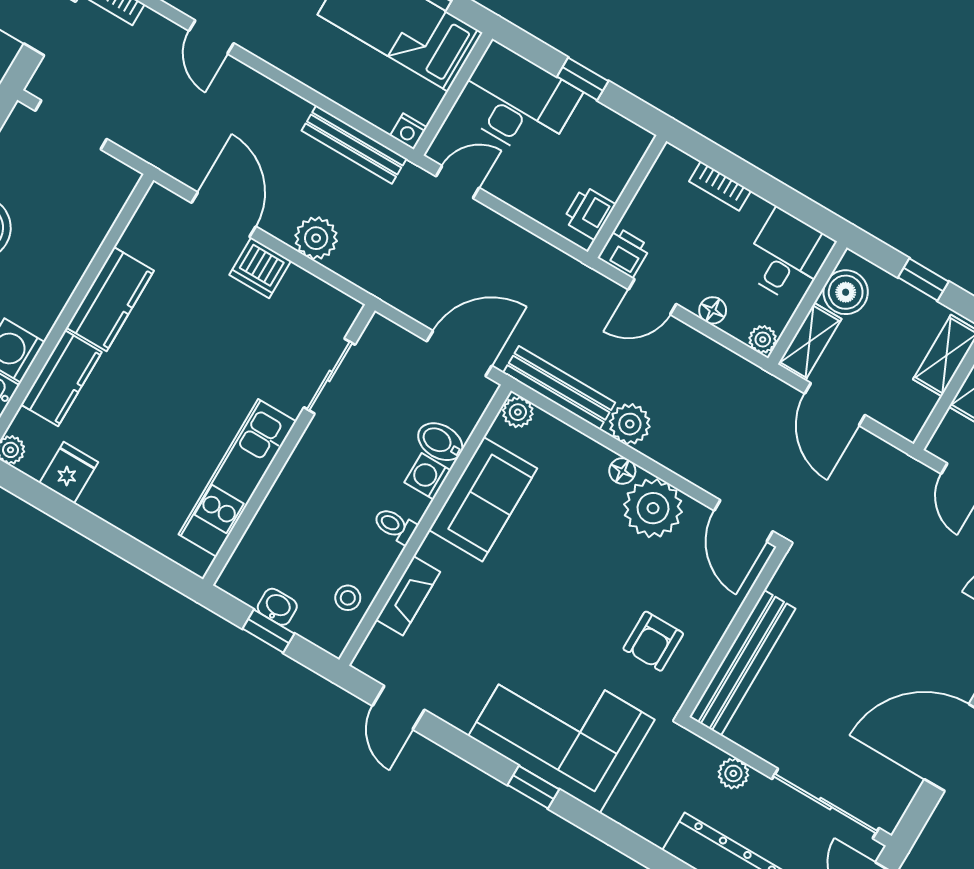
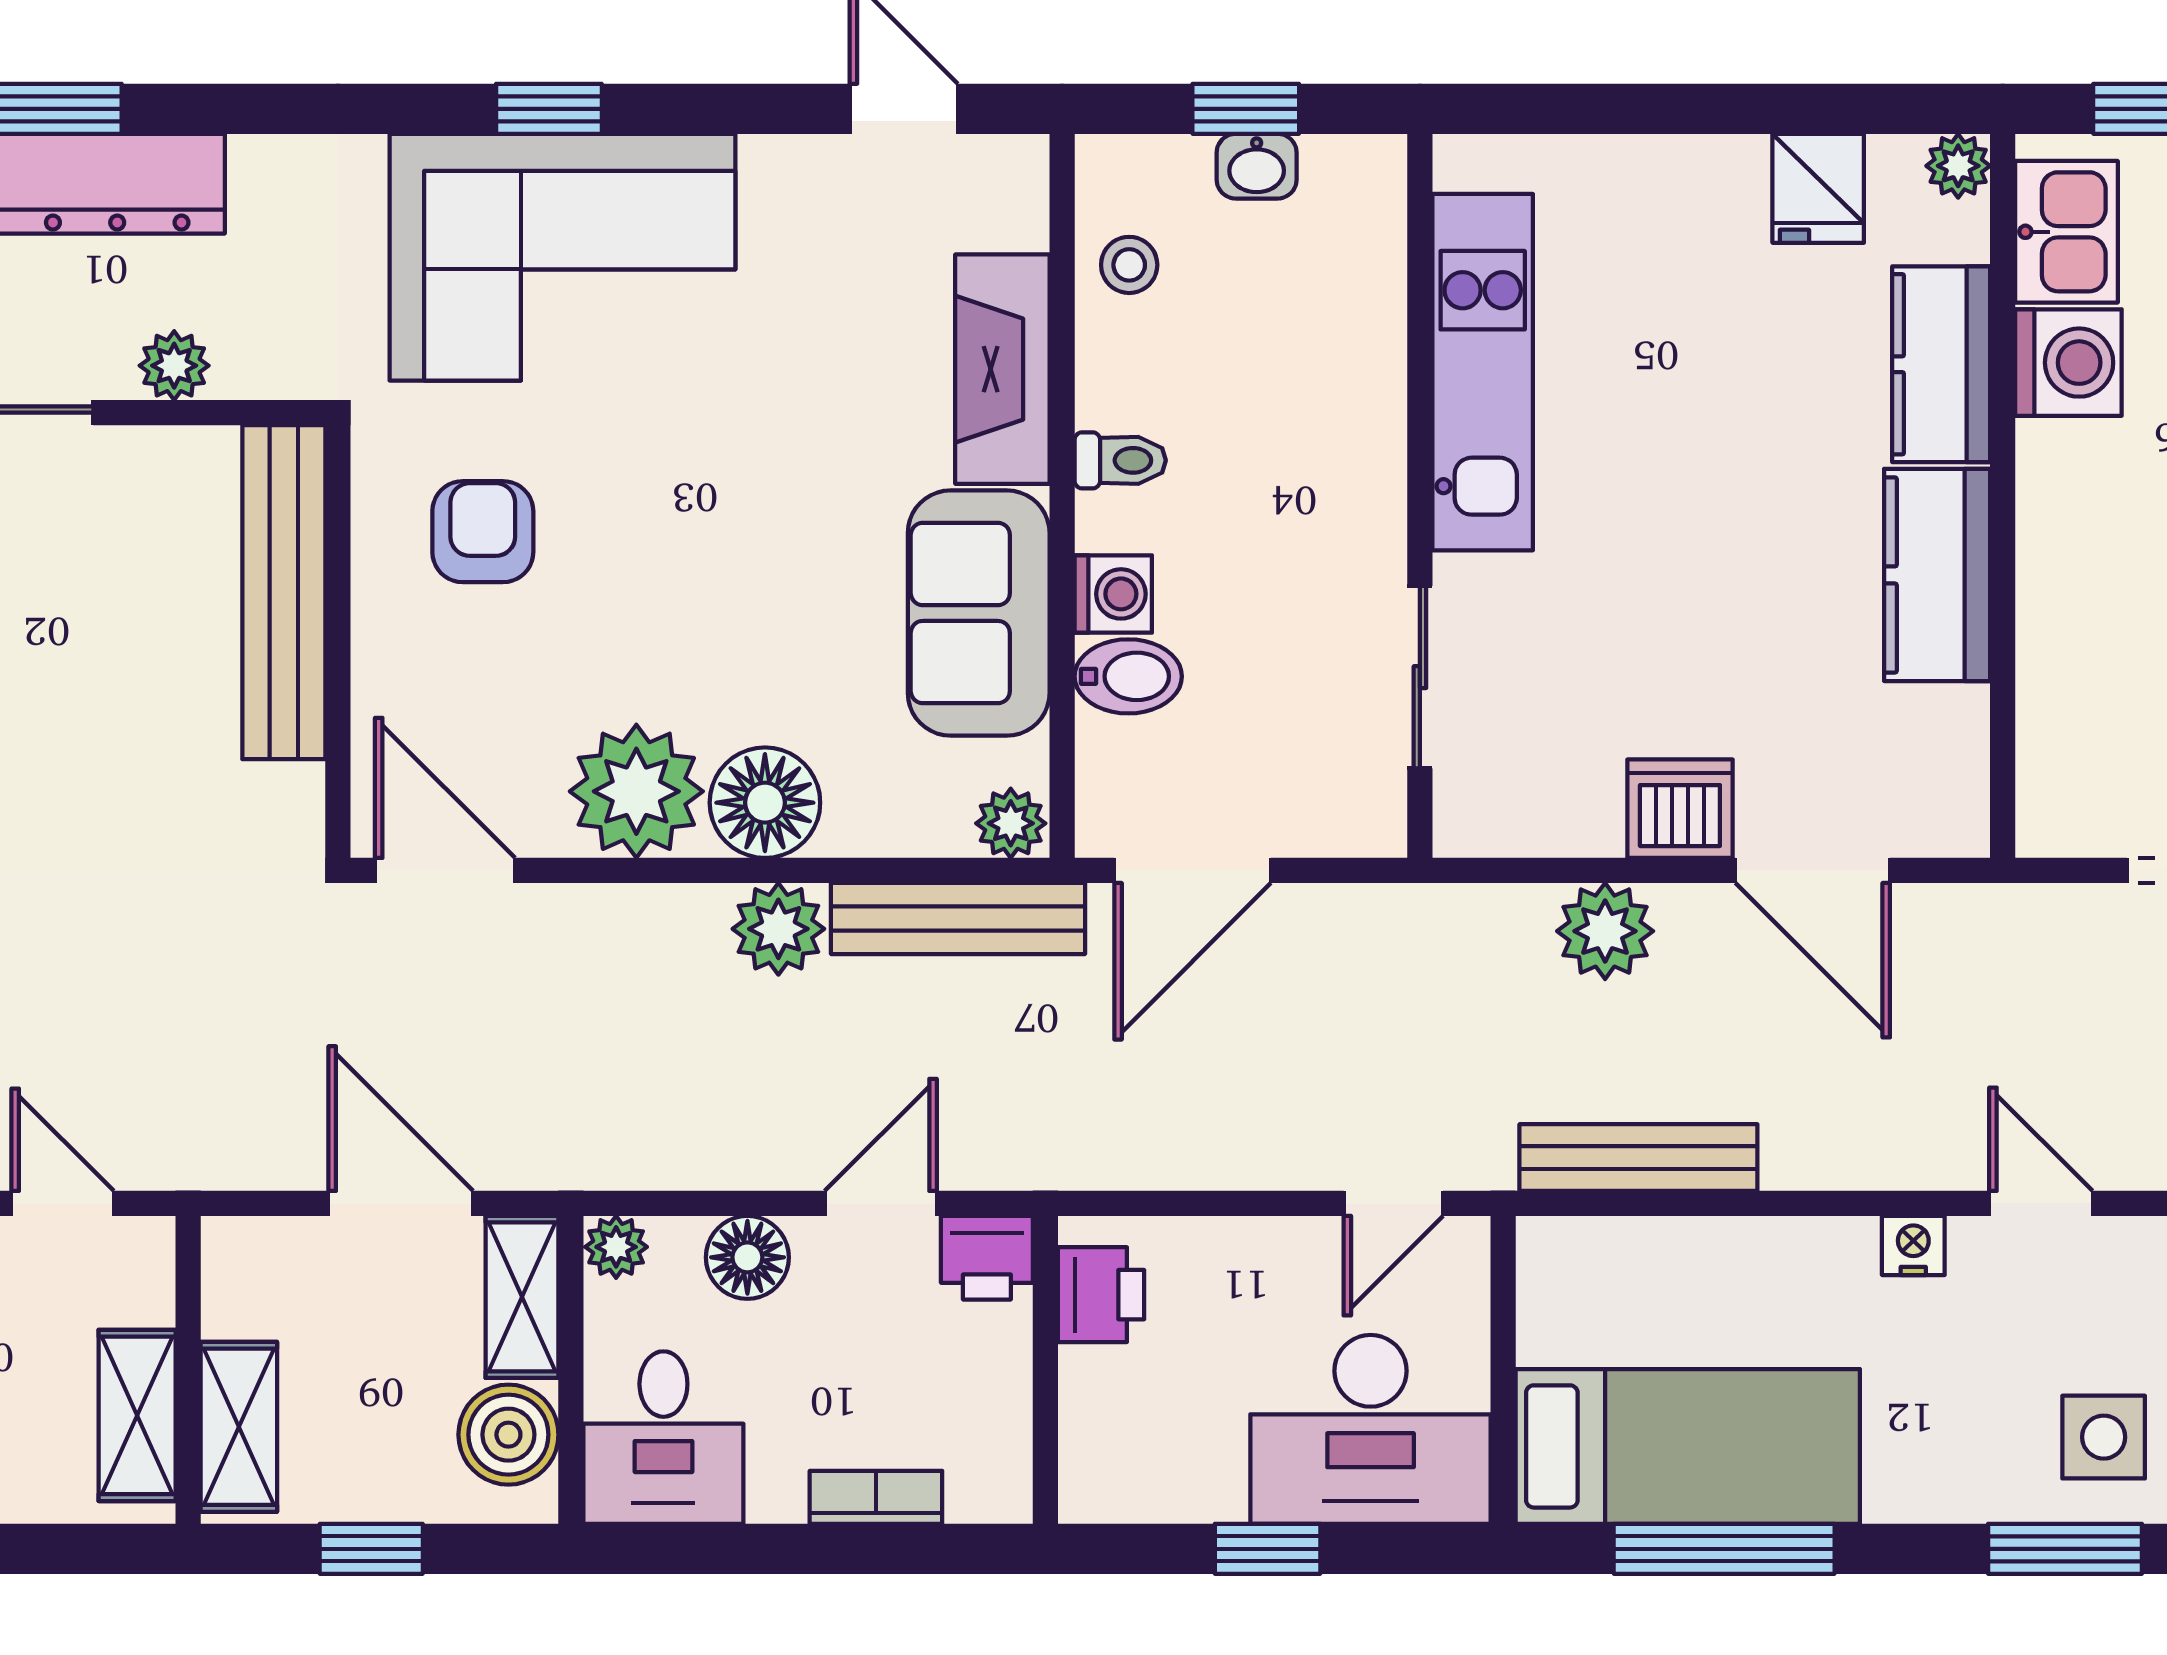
nightstand: (408, 131) -> (1913, 1245), moved
floor lamp: (713, 310) -> (747, 1257), width x1.37, depth x1.37
floor lamp: (622, 471) -> (765, 803), width x1.89, depth x1.89
fireplace: (408, 596) -> (1002, 369), width x1.37, depth x1.32

